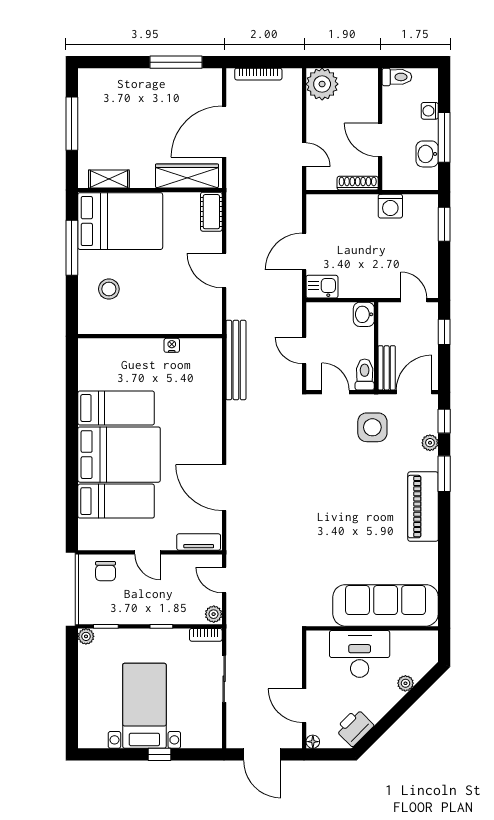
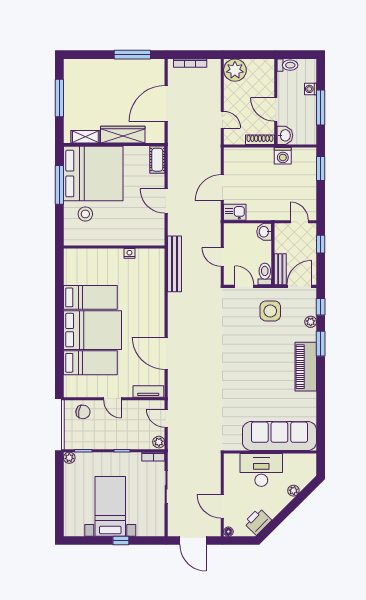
washbasin: (427, 154) -> (285, 135), moved, turned 180
wardrobe: (187, 176) -> (123, 135), moved
bed: (120, 221) -> (93, 174), width x1.36
chair: (106, 571) -> (83, 412), turned -80

